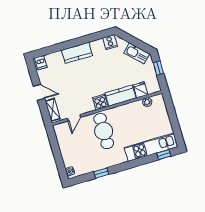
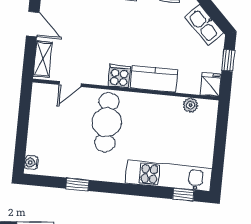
fridge: (140, 90) -> (211, 85), moved

